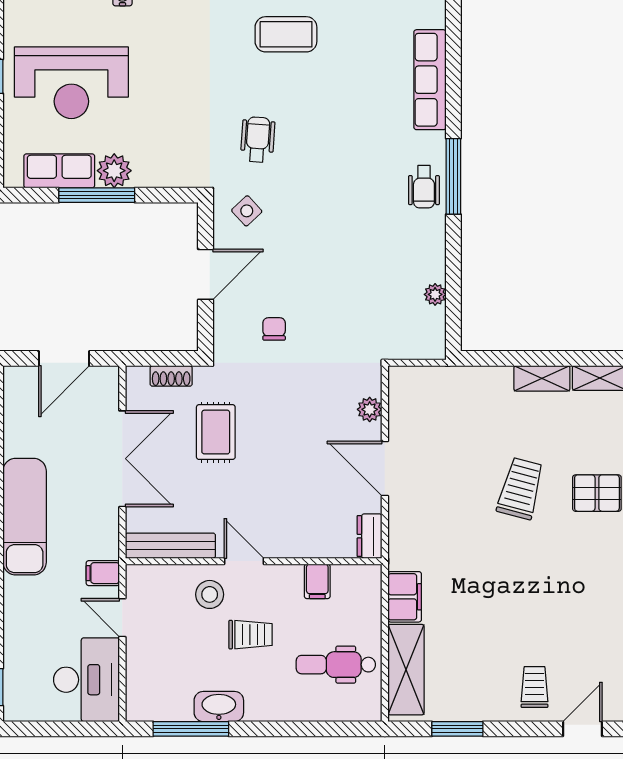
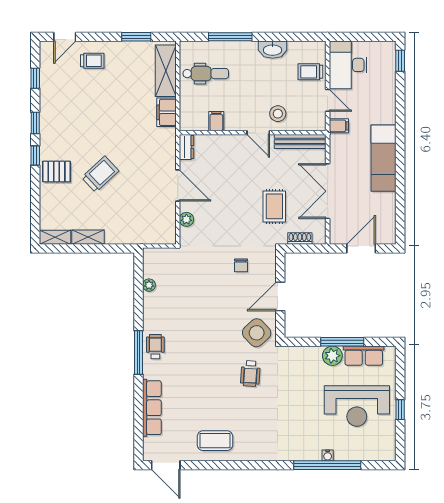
coffee table: (286, 34) -> (215, 441), moved
reception desk: (71, 83) -> (357, 406), turned 180
side table: (247, 211) -> (257, 333), width x1.87, depth x1.87
trolley: (520, 489) -> (100, 174), turned -148
trolley: (251, 635) -> (310, 72), moved
trolley: (534, 687) -> (92, 61), turned -90
window: (191, 729) -> (230, 37), moved

